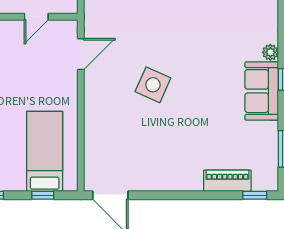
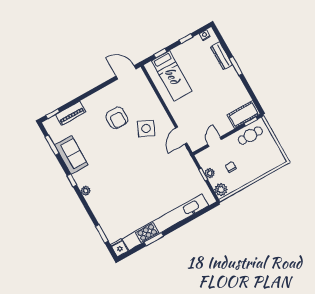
side table: (153, 85) -> (146, 129), moved
sofa: (262, 91) -> (71, 155), moved
armchair: (162, 135) -> (117, 118), added

